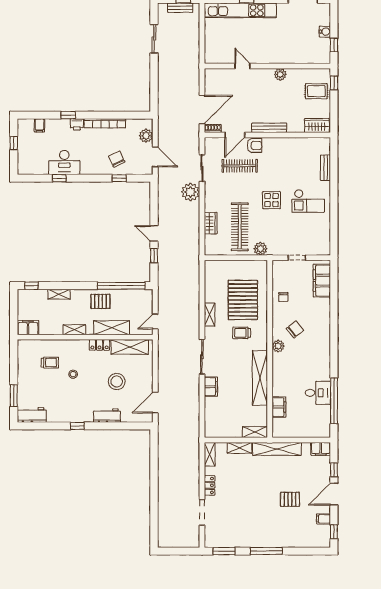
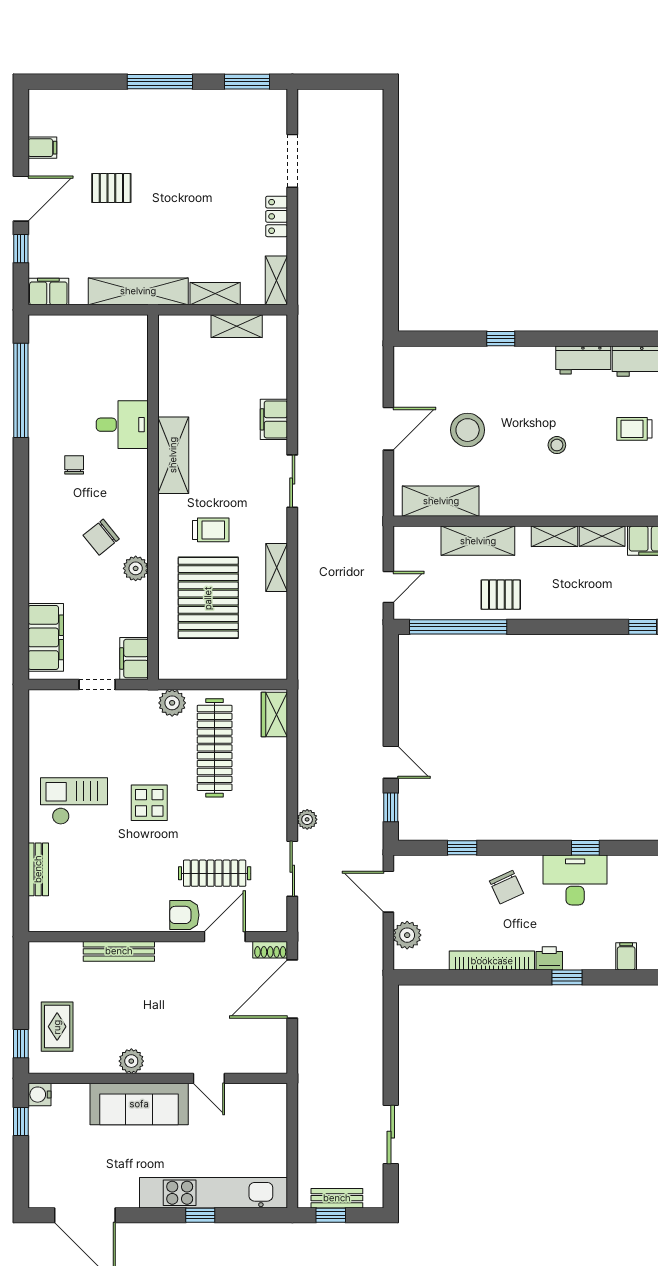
water cooler: (325, 32) -> (40, 1095), moved
sofa: (277, 54) -> (139, 1104), added
rug: (316, 91) -> (57, 1027), turned 90
wardrobe: (317, 126) -> (56, 956), removed
bench: (269, 128) -> (119, 951), moved
chair: (117, 159) -> (506, 887), moved
plant: (190, 192) -> (307, 819), width x0.53, depth x0.53
wardrobe: (211, 223) -> (274, 714), moved
door: (154, 234) -> (391, 762), moved
window: (154, 256) -> (391, 807), moved
shelving: (59, 294) -> (602, 536), moved
chair: (283, 297) -> (74, 465), moved
door: (155, 322) -> (388, 587), moved
locker: (100, 345) -> (503, 505), removed
plant: (278, 346) -> (136, 568), moved
sliding door: (202, 357) -> (292, 481), width x0.73
trolley: (50, 363) -> (634, 429), moved
shelving: (260, 378) -> (173, 455), width x0.68
desk: (318, 393) -> (122, 425), moved, turned 180
door: (155, 403) -> (388, 429), moved
filing cabinet: (279, 407) -> (134, 658), moved
workbench: (107, 416) -> (583, 360), moved
window: (77, 426) -> (501, 339), moved
shelving: (255, 432) -> (237, 326), moved
window: (334, 532) -> (21, 121), removed

